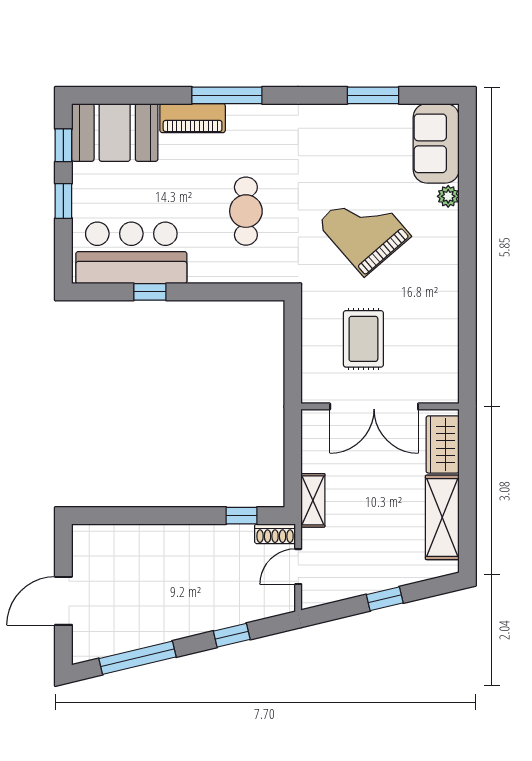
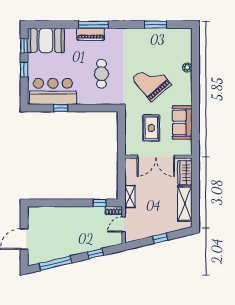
piano: (193, 118) -> (91, 34), moved
sofa: (436, 143) -> (182, 122), moved

